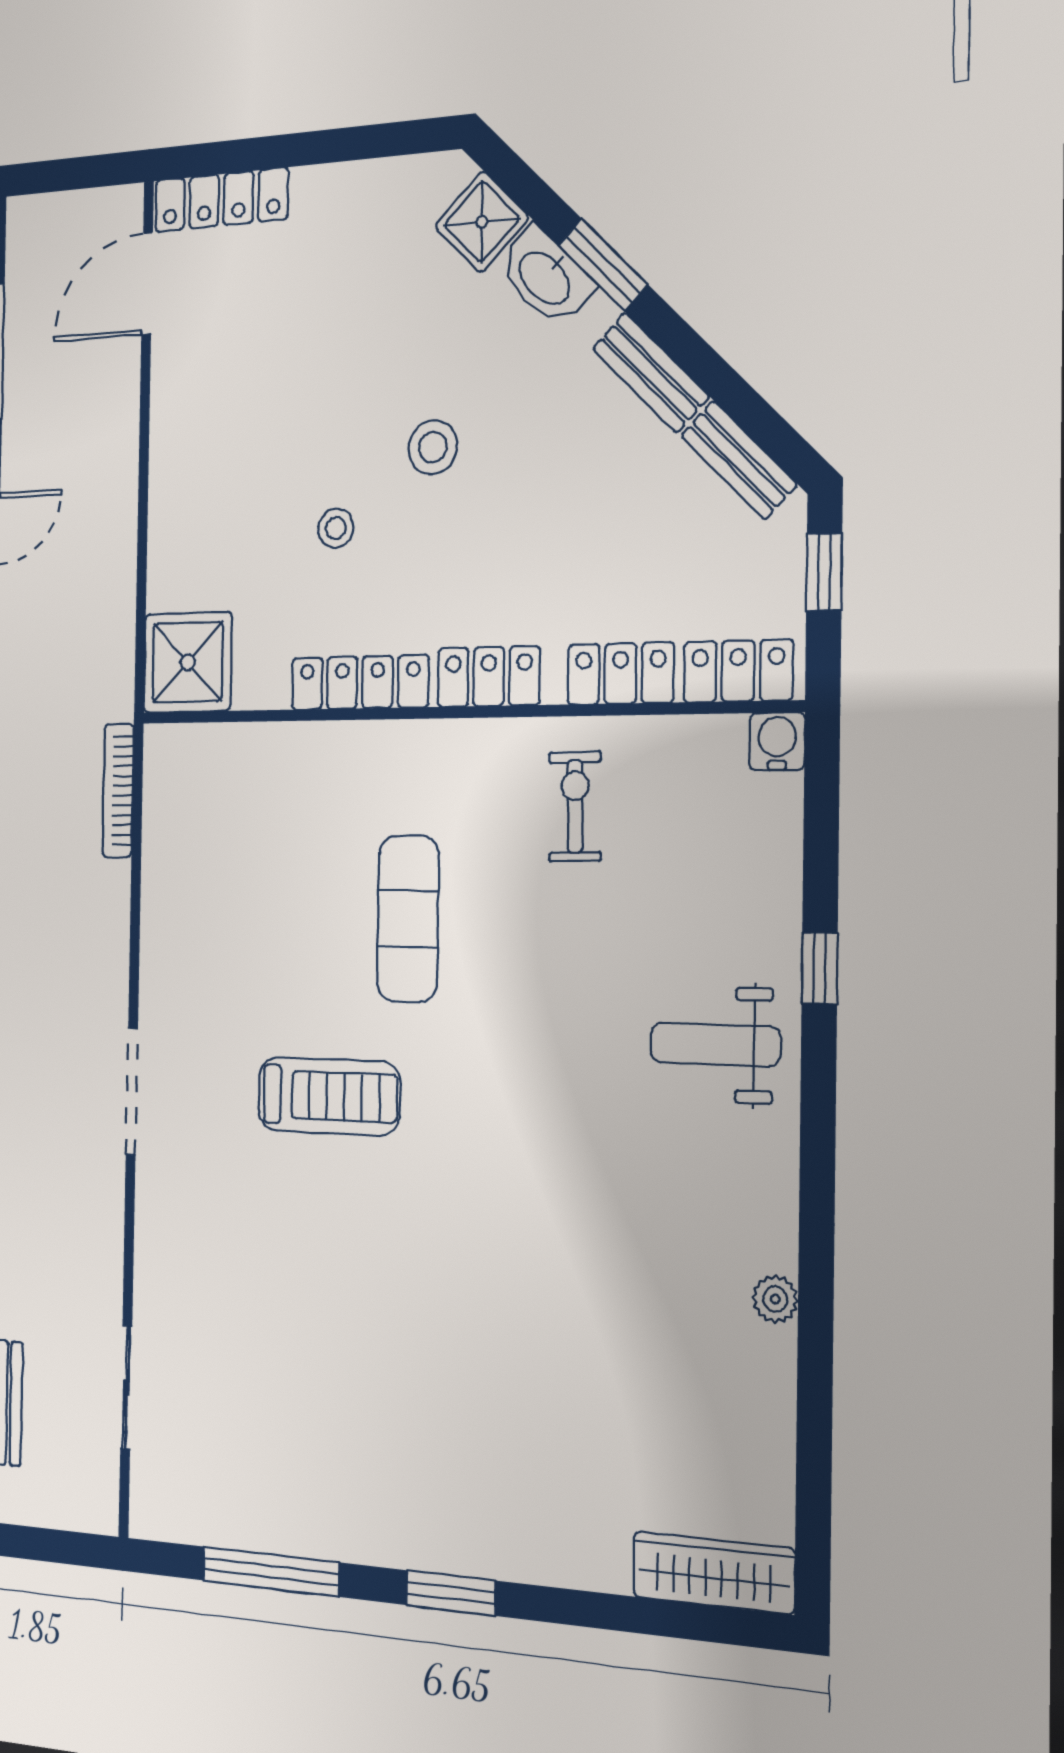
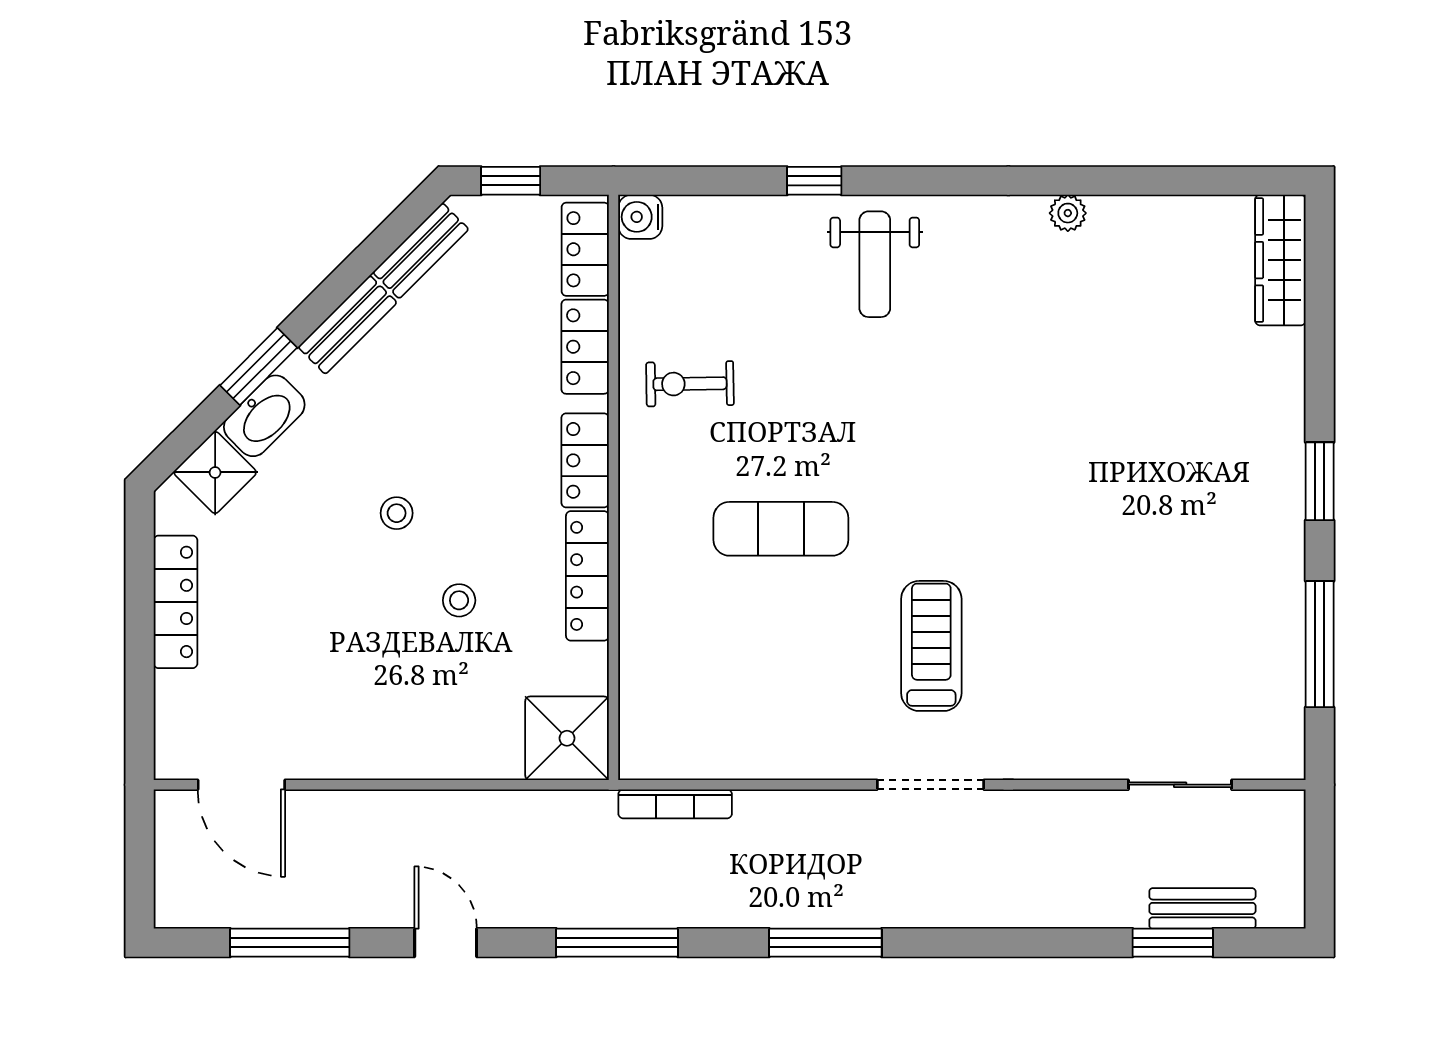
locker: (221, 200) -> (175, 602), moved
stool: (433, 447) -> (397, 513), width x0.73, depth x0.73
treadmill: (329, 1096) -> (931, 646), moved

